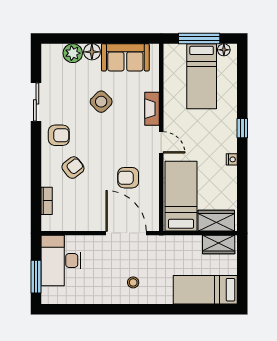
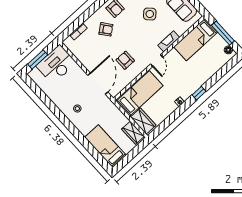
bed: (202, 76) -> (196, 40), moved

